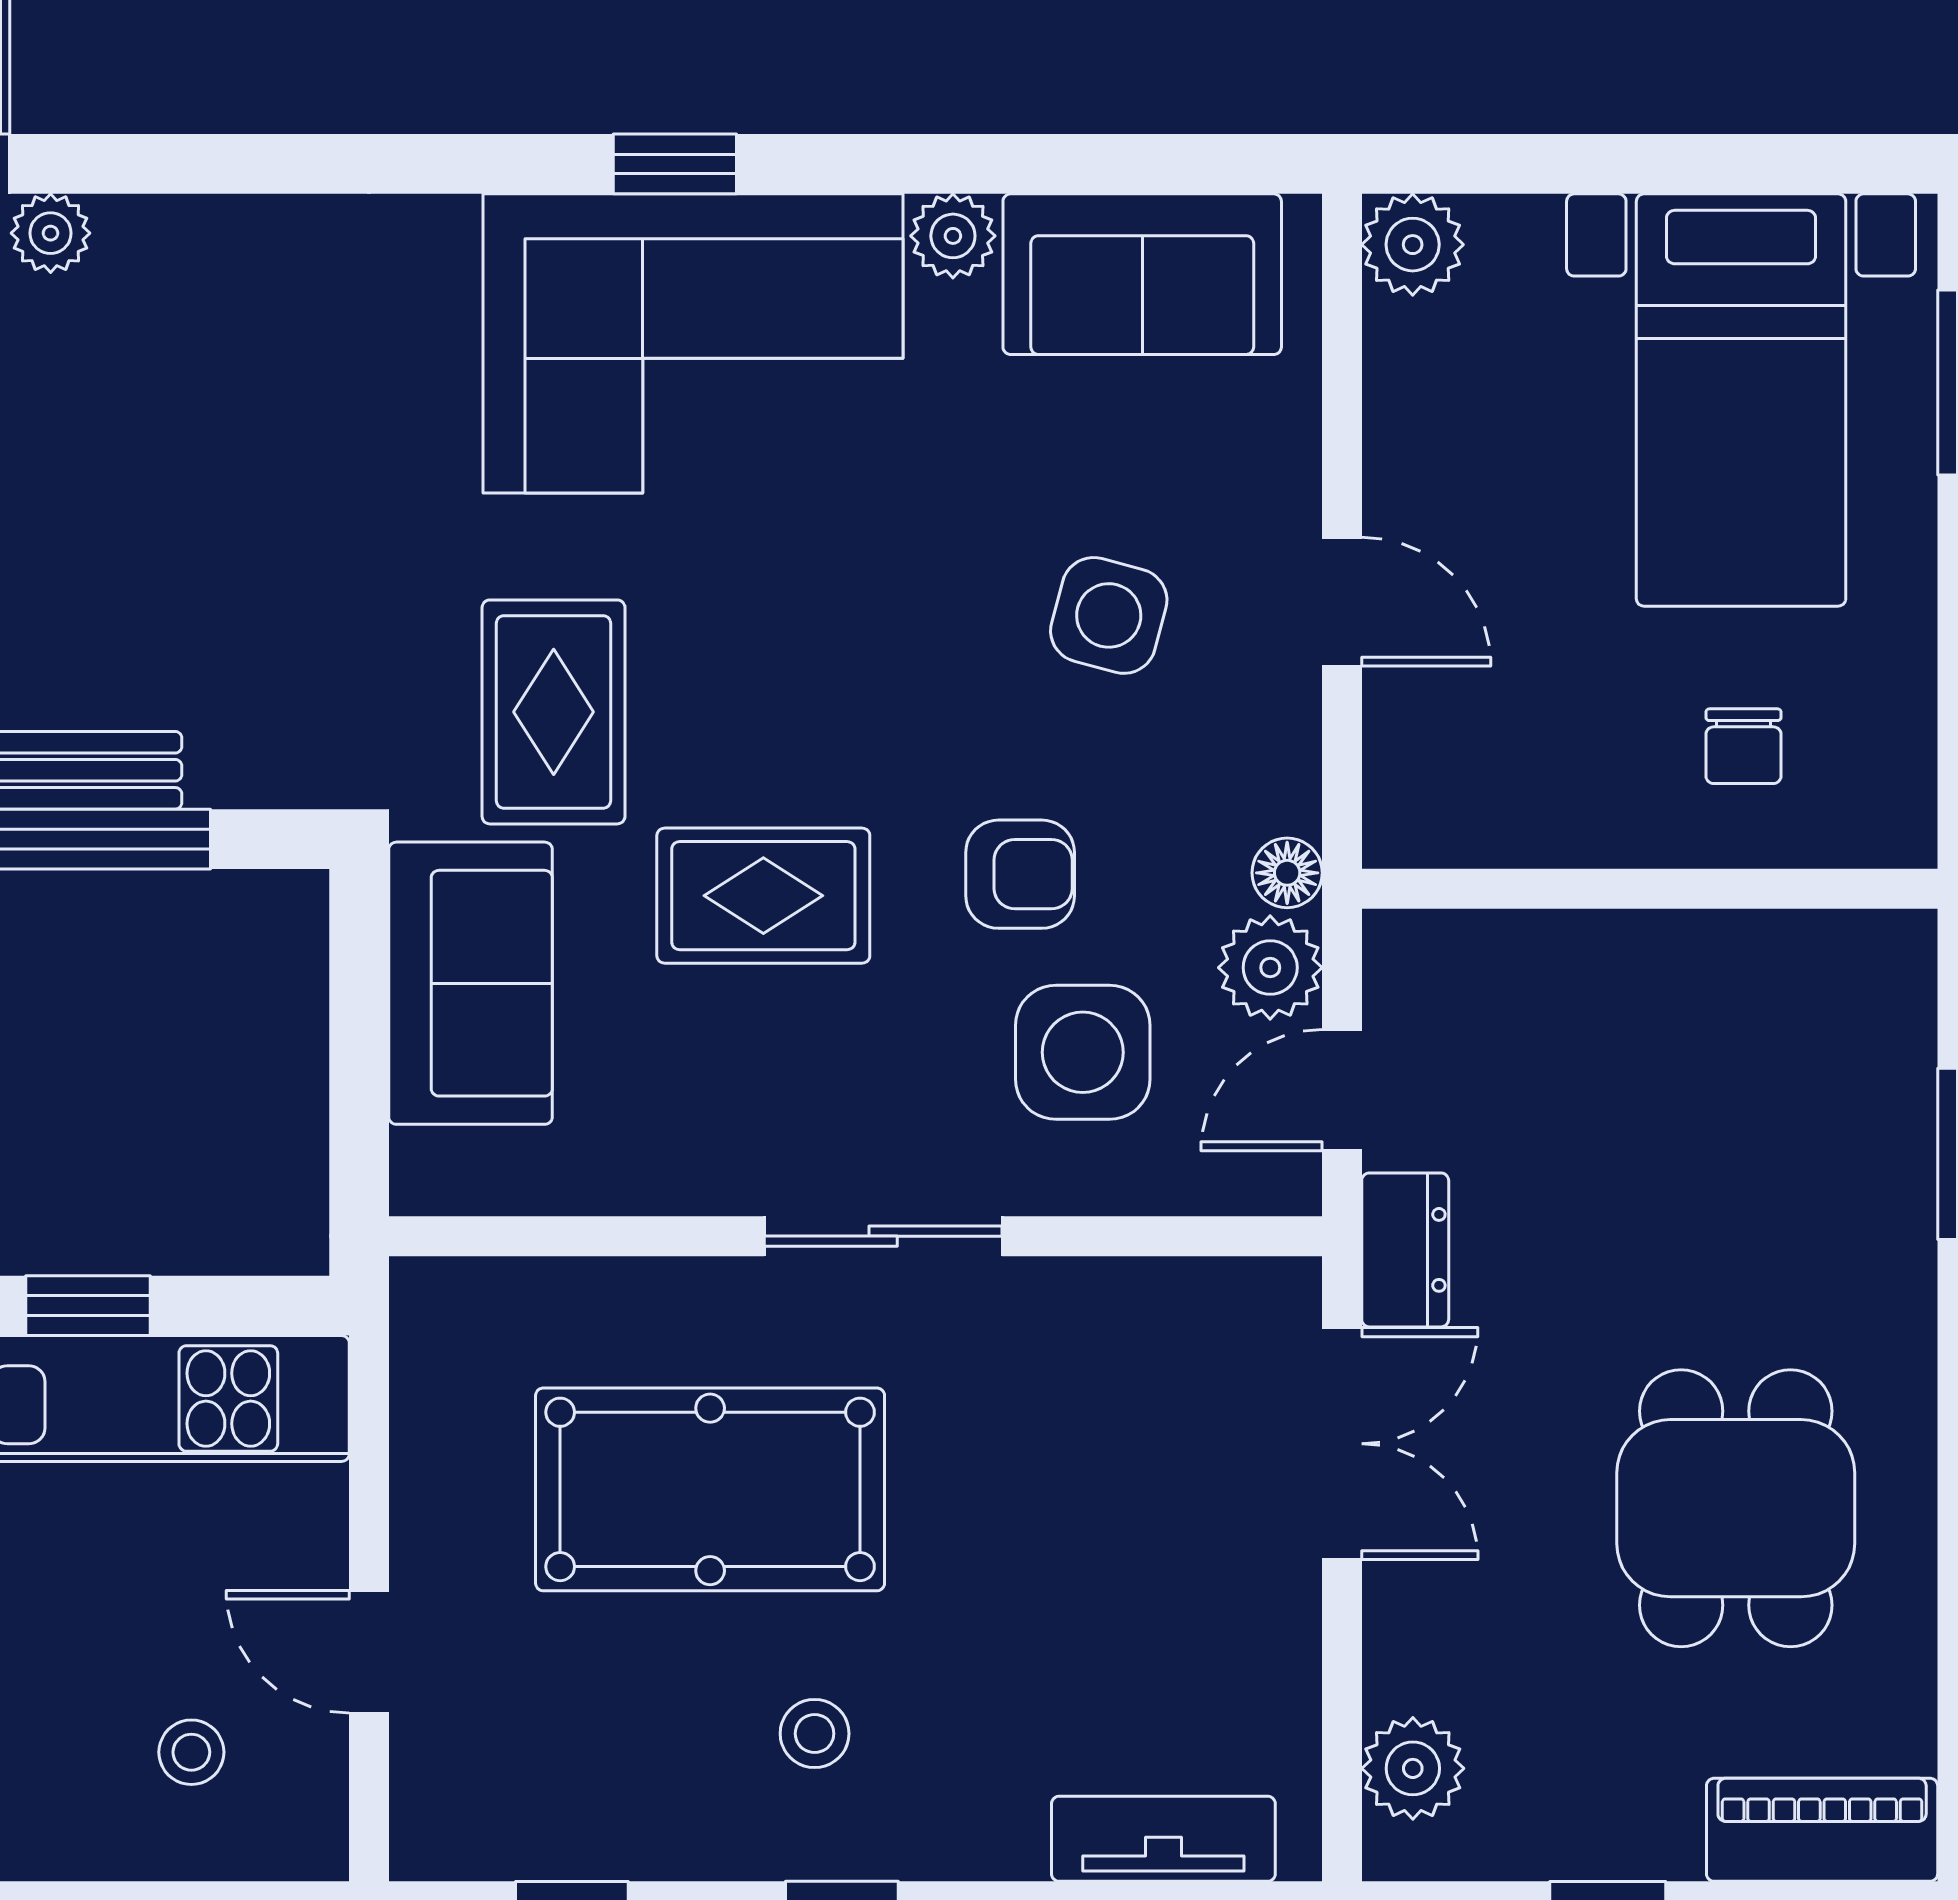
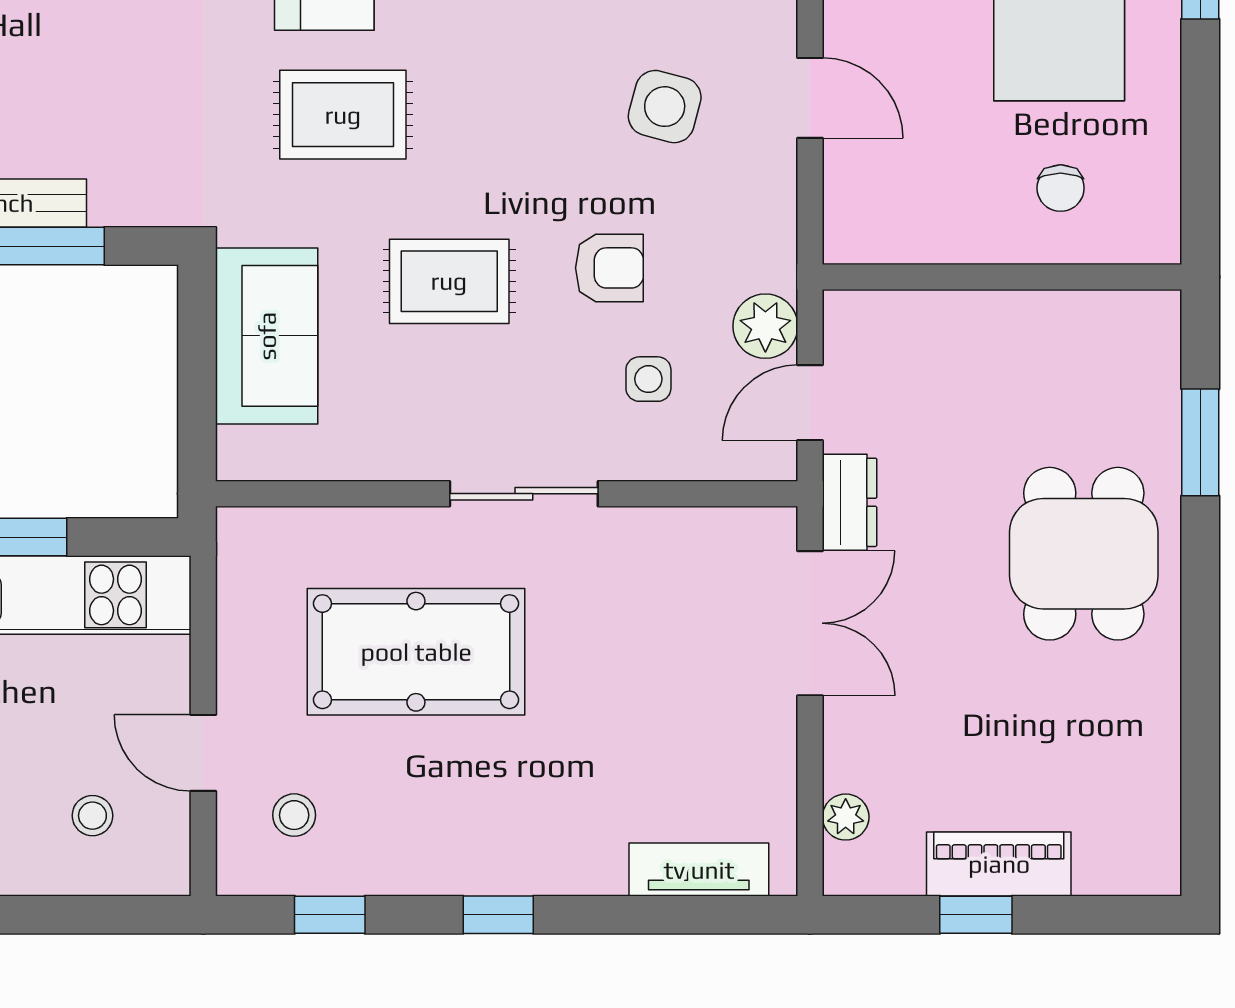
rug: (554, 712) -> (343, 115), moved, turned 90
floor lamp: (1287, 873) -> (776, 267), removed
side table: (1083, 1052) -> (648, 379), width x0.54, depth x0.54
dining table: (1736, 1508) -> (1084, 554), moved
stool: (815, 1734) -> (294, 815), moved
plant: (1413, 1768) -> (846, 817), width x0.73, depth x0.73
piano: (1822, 1830) -> (999, 864), moved

